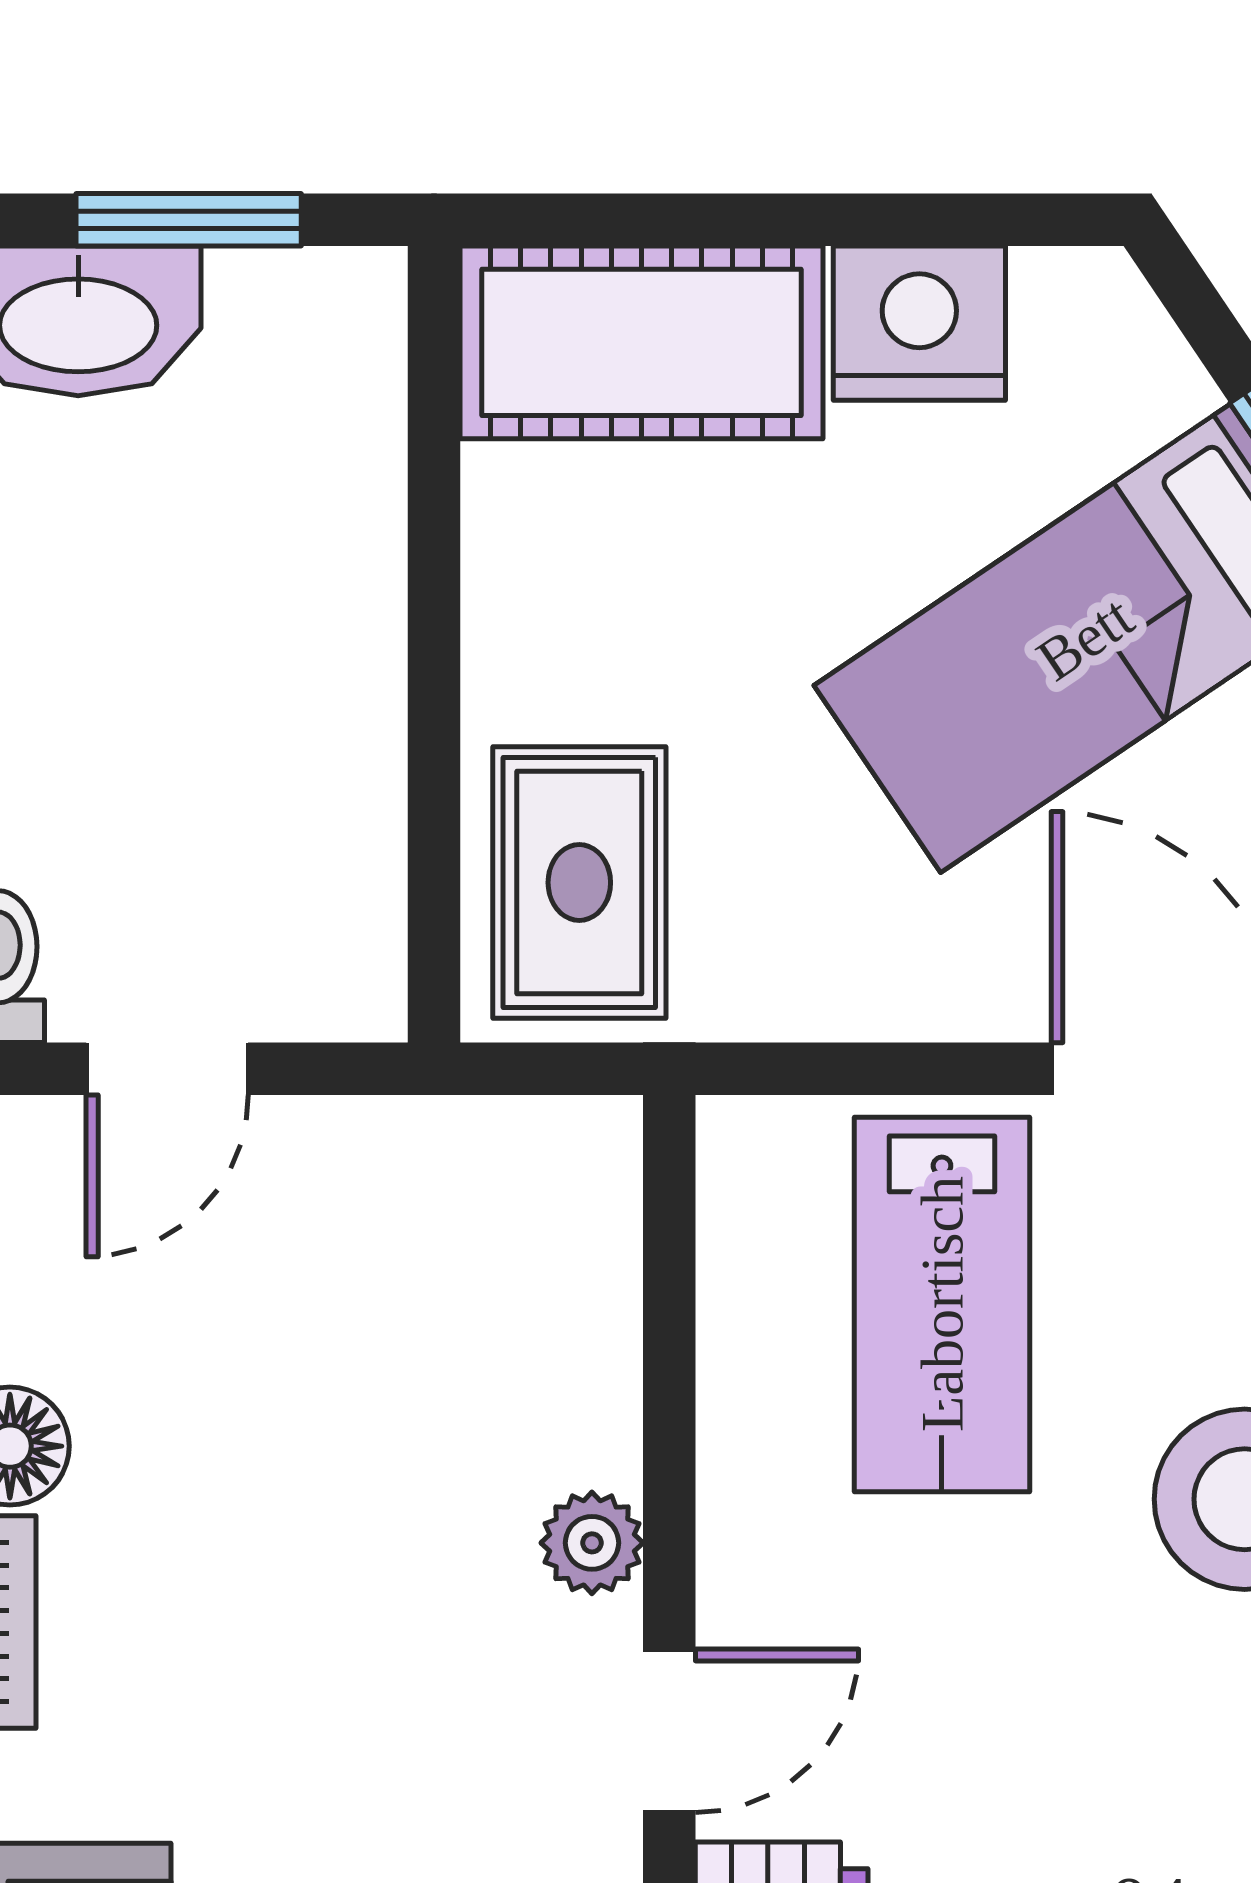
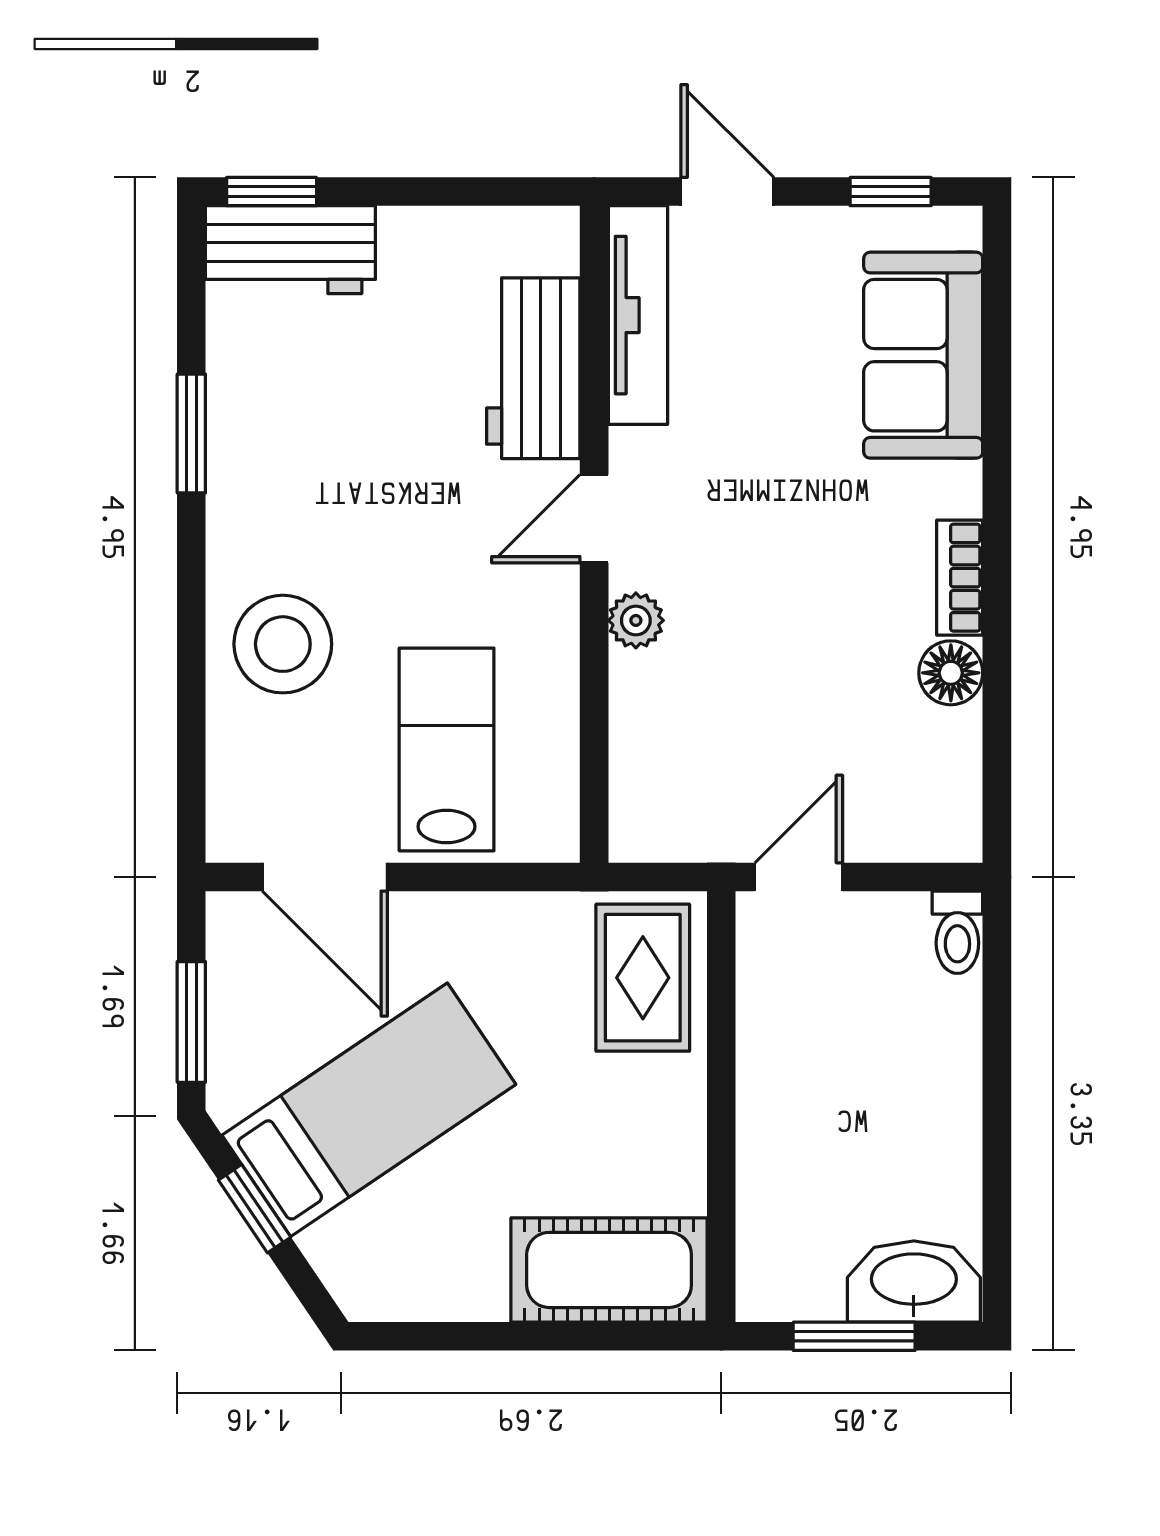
nightstand: (919, 323) -> (459, 1280), removed
door: (167, 1069) -> (799, 877), moved

